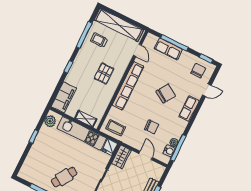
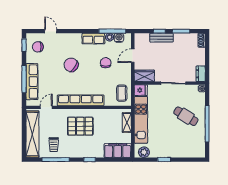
row of seats: (168, 49) -> (32, 82), width x1.48
pallet: (104, 74) -> (80, 126), width x1.50, depth x1.42
row of seats: (189, 109) -> (93, 39), moved

